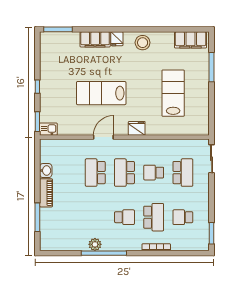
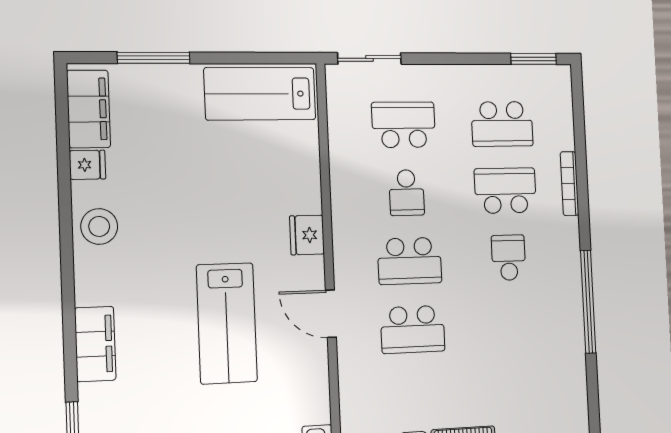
fridge: (117, 39) -> (87, 165), moved
lab bench: (173, 93) -> (260, 94), moved
school desk: (183, 217) -> (502, 124), width x1.85
plant: (95, 244) -> (571, 323), removed

